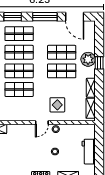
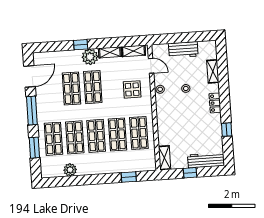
plant: (88, 59) -> (90, 57), moved
shop shelf: (19, 108) -> (139, 133), added
door: (42, 123) -> (151, 66), moved

